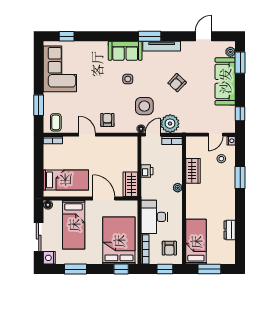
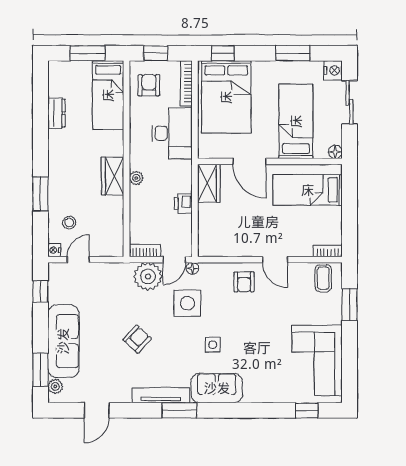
wardrobe: (193, 171) -> (113, 176), moved

